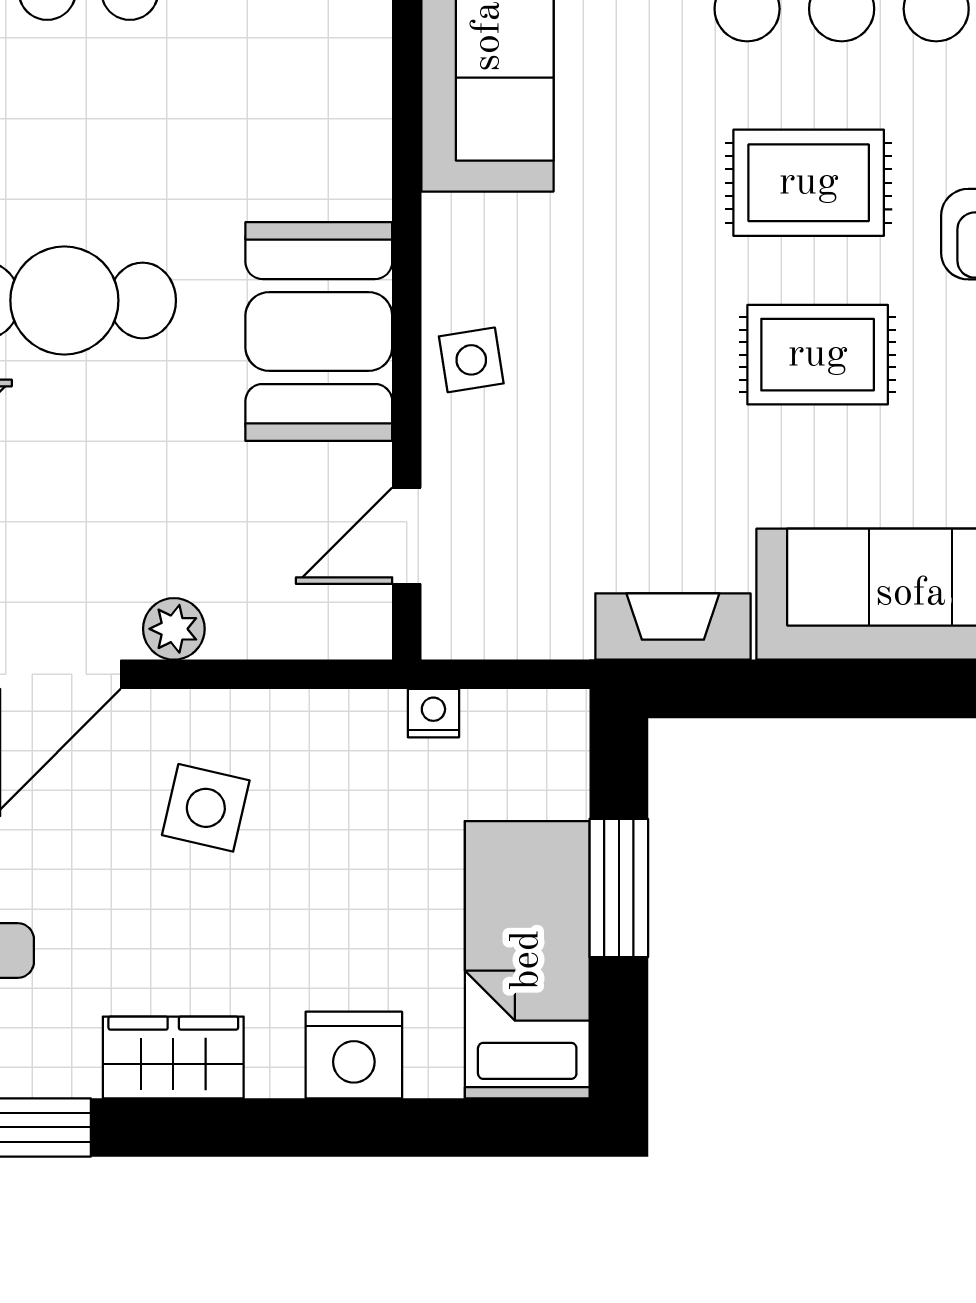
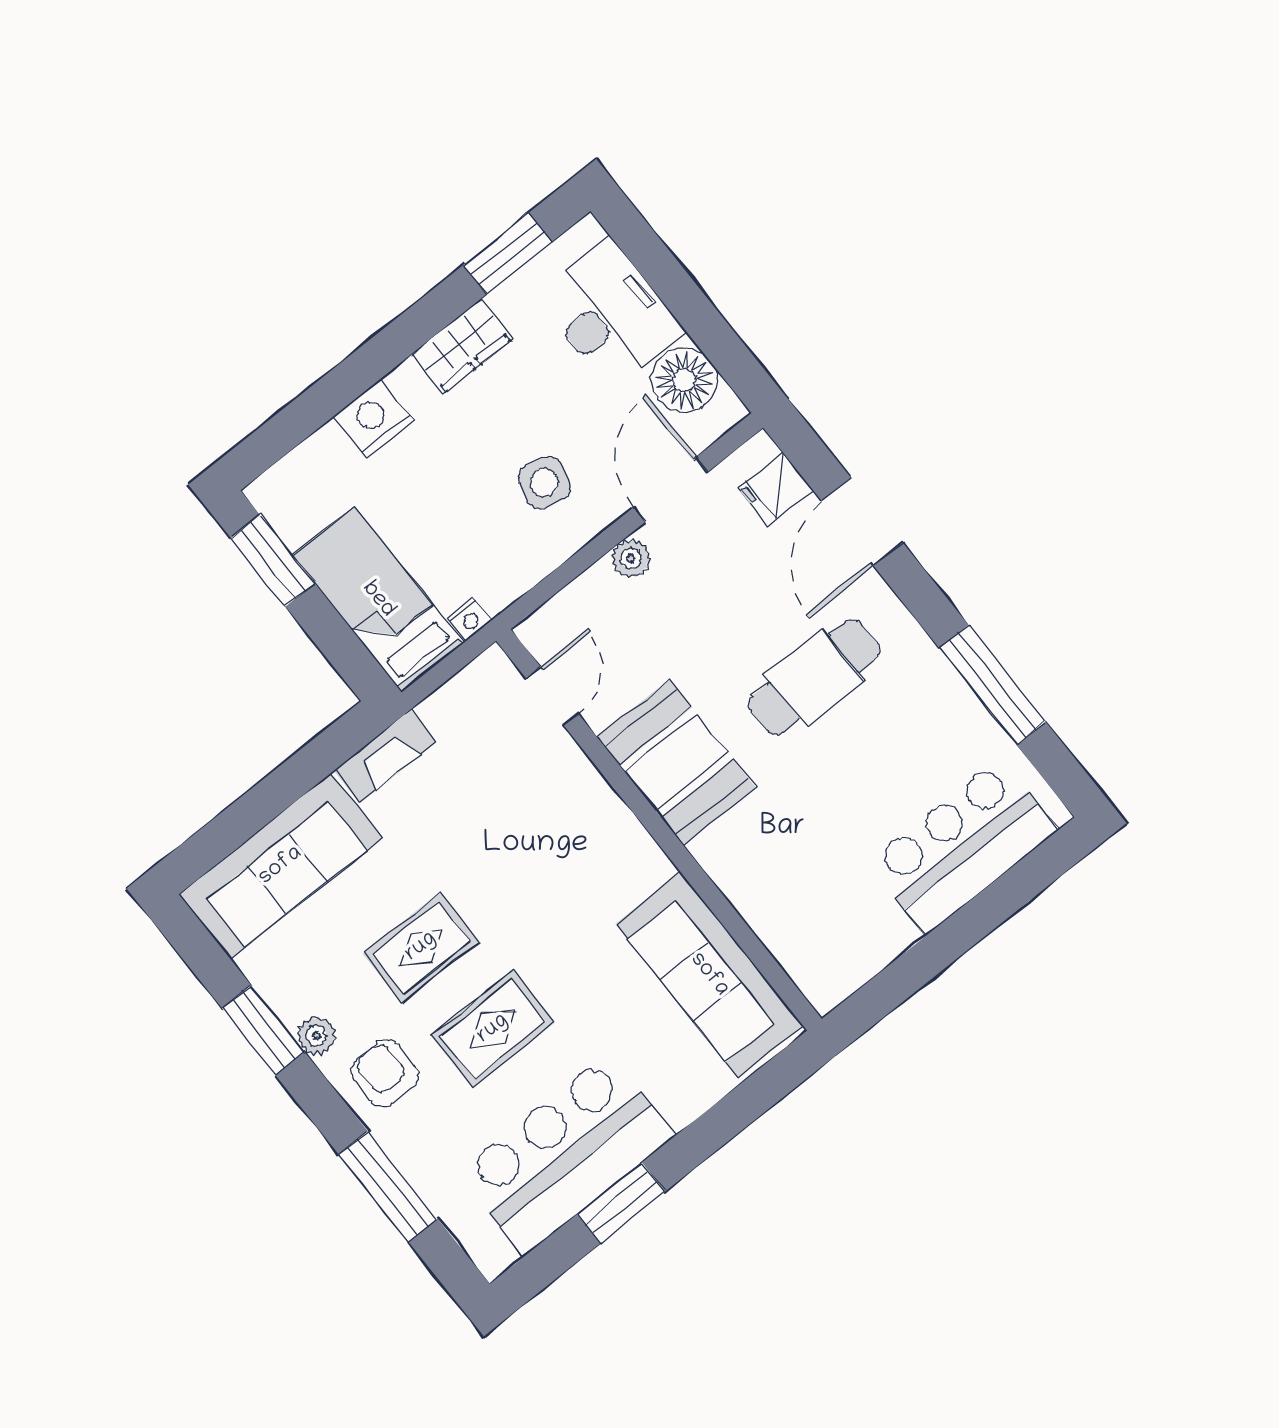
side table: (471, 360) -> (590, 808), removed
window: (619, 888) -> (273, 561), moved
bed: (527, 960) -> (378, 600), moved, turned 180

